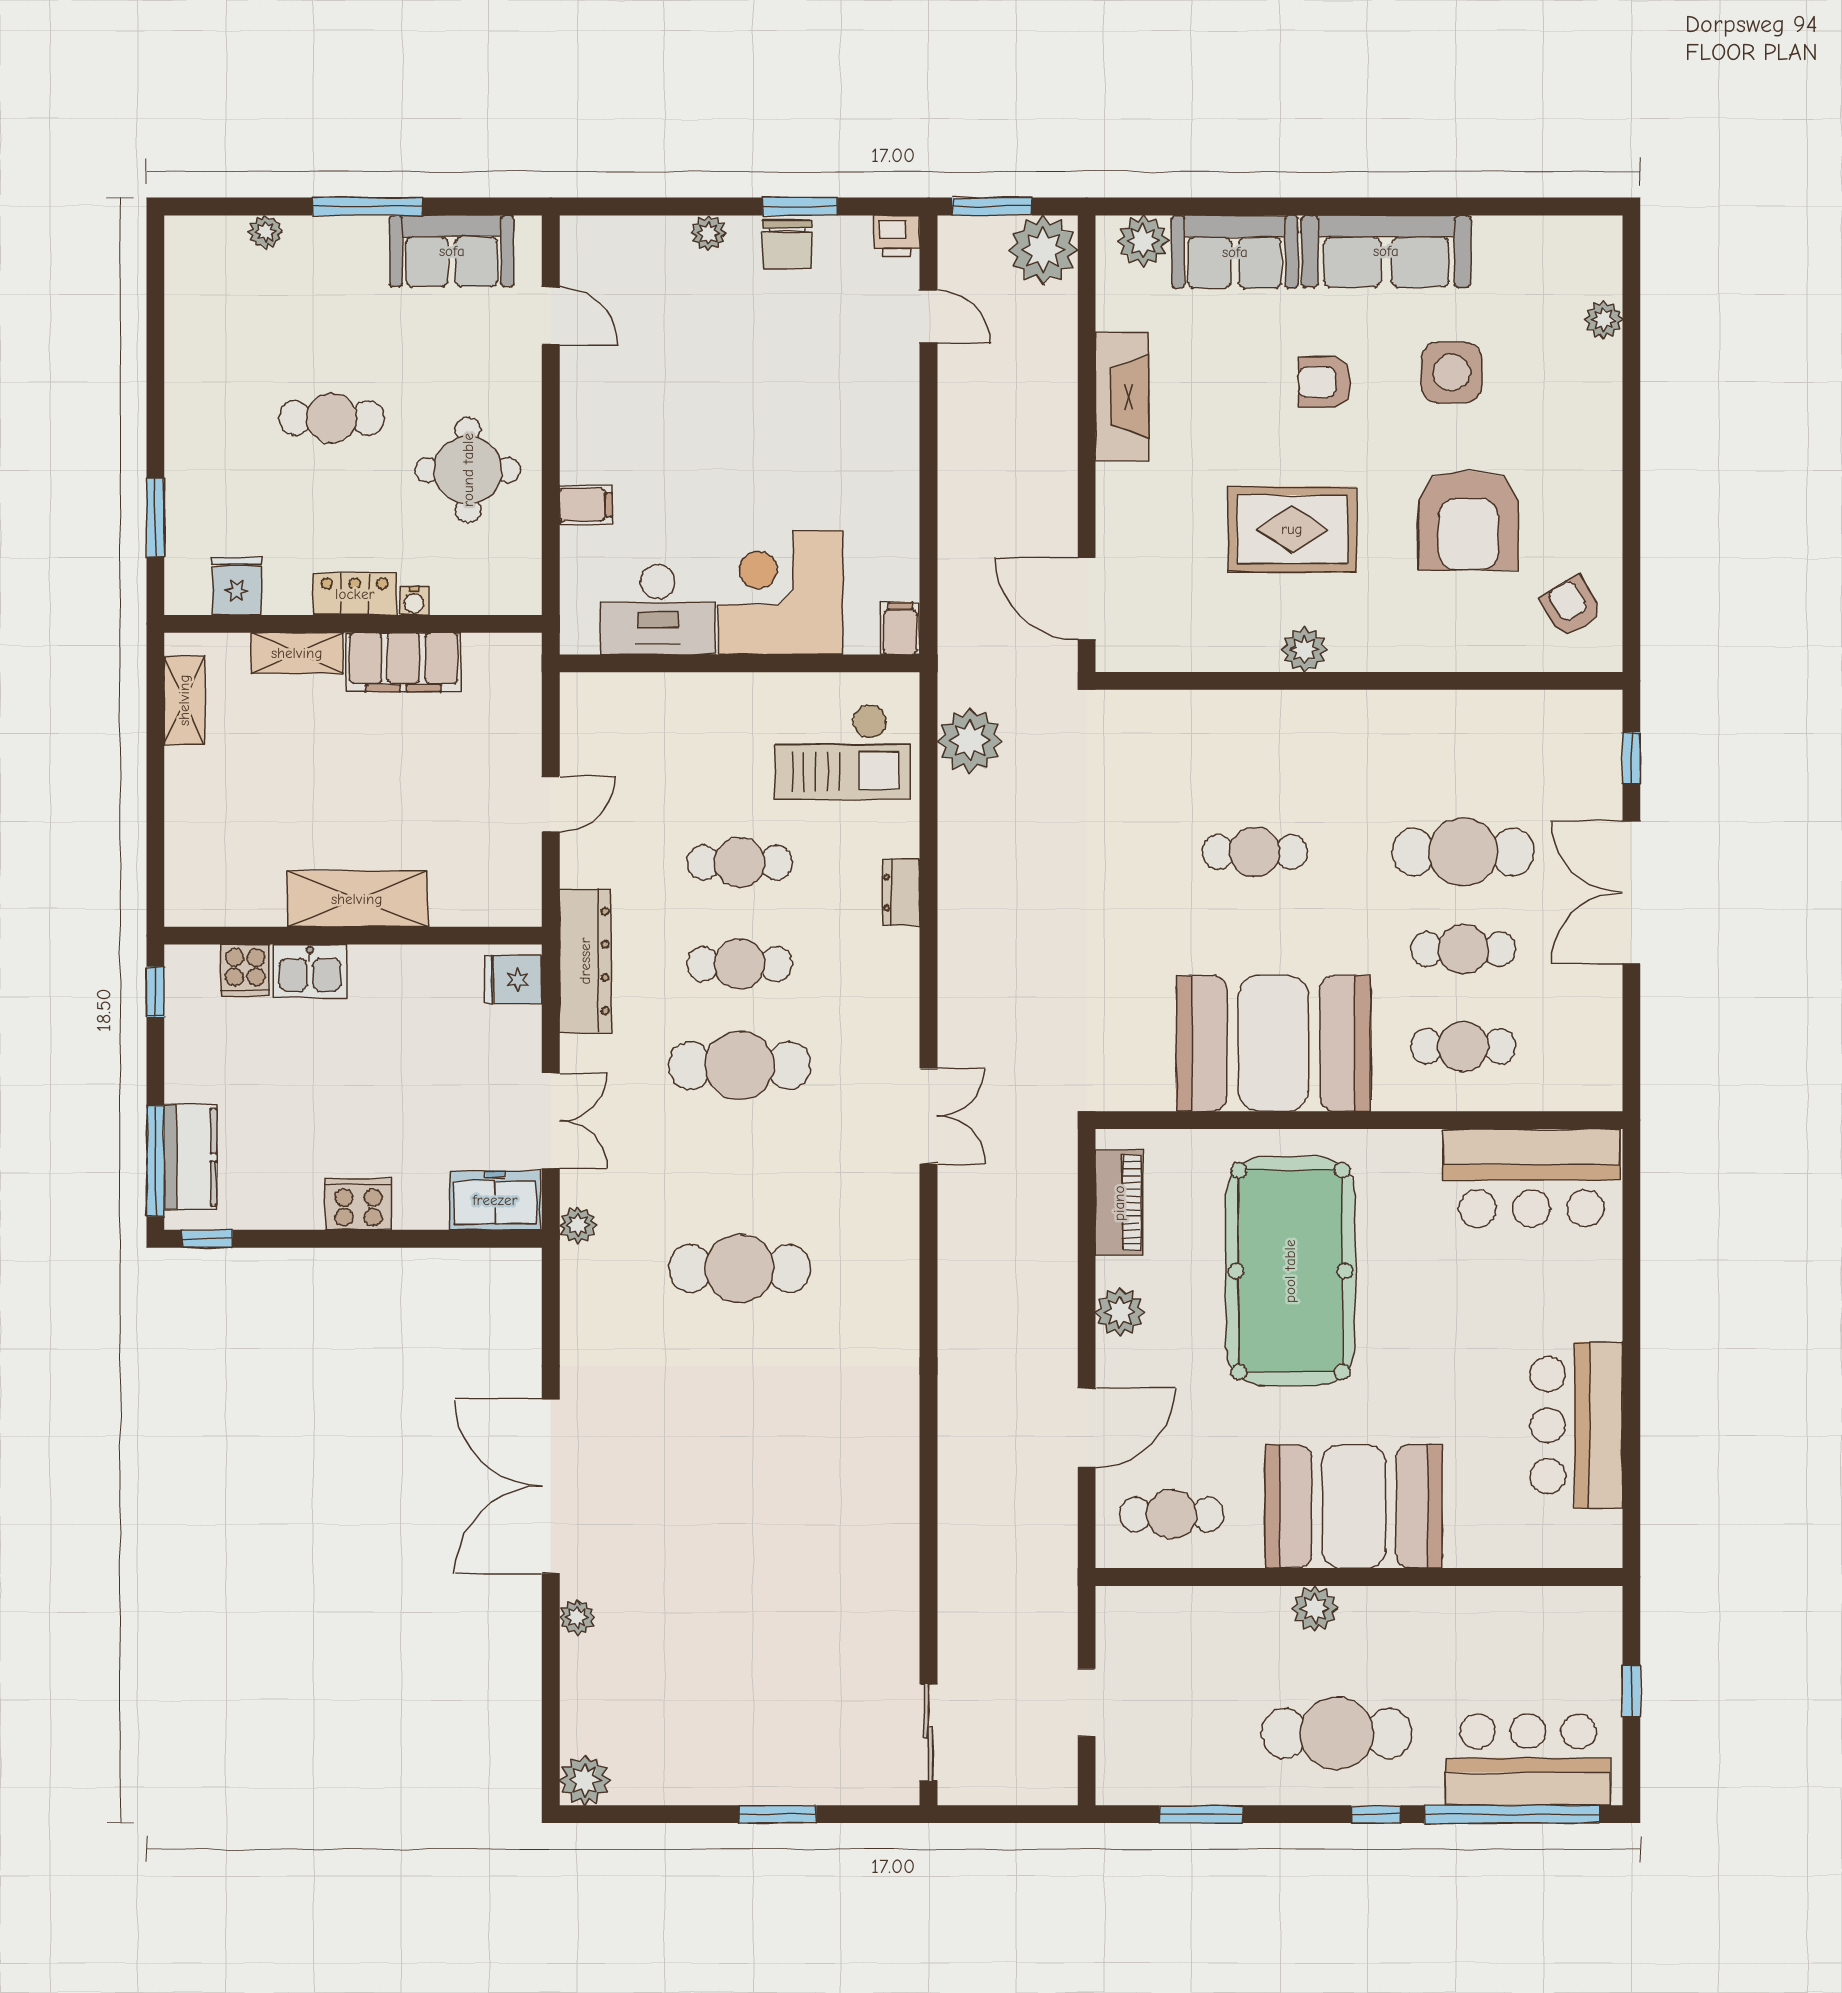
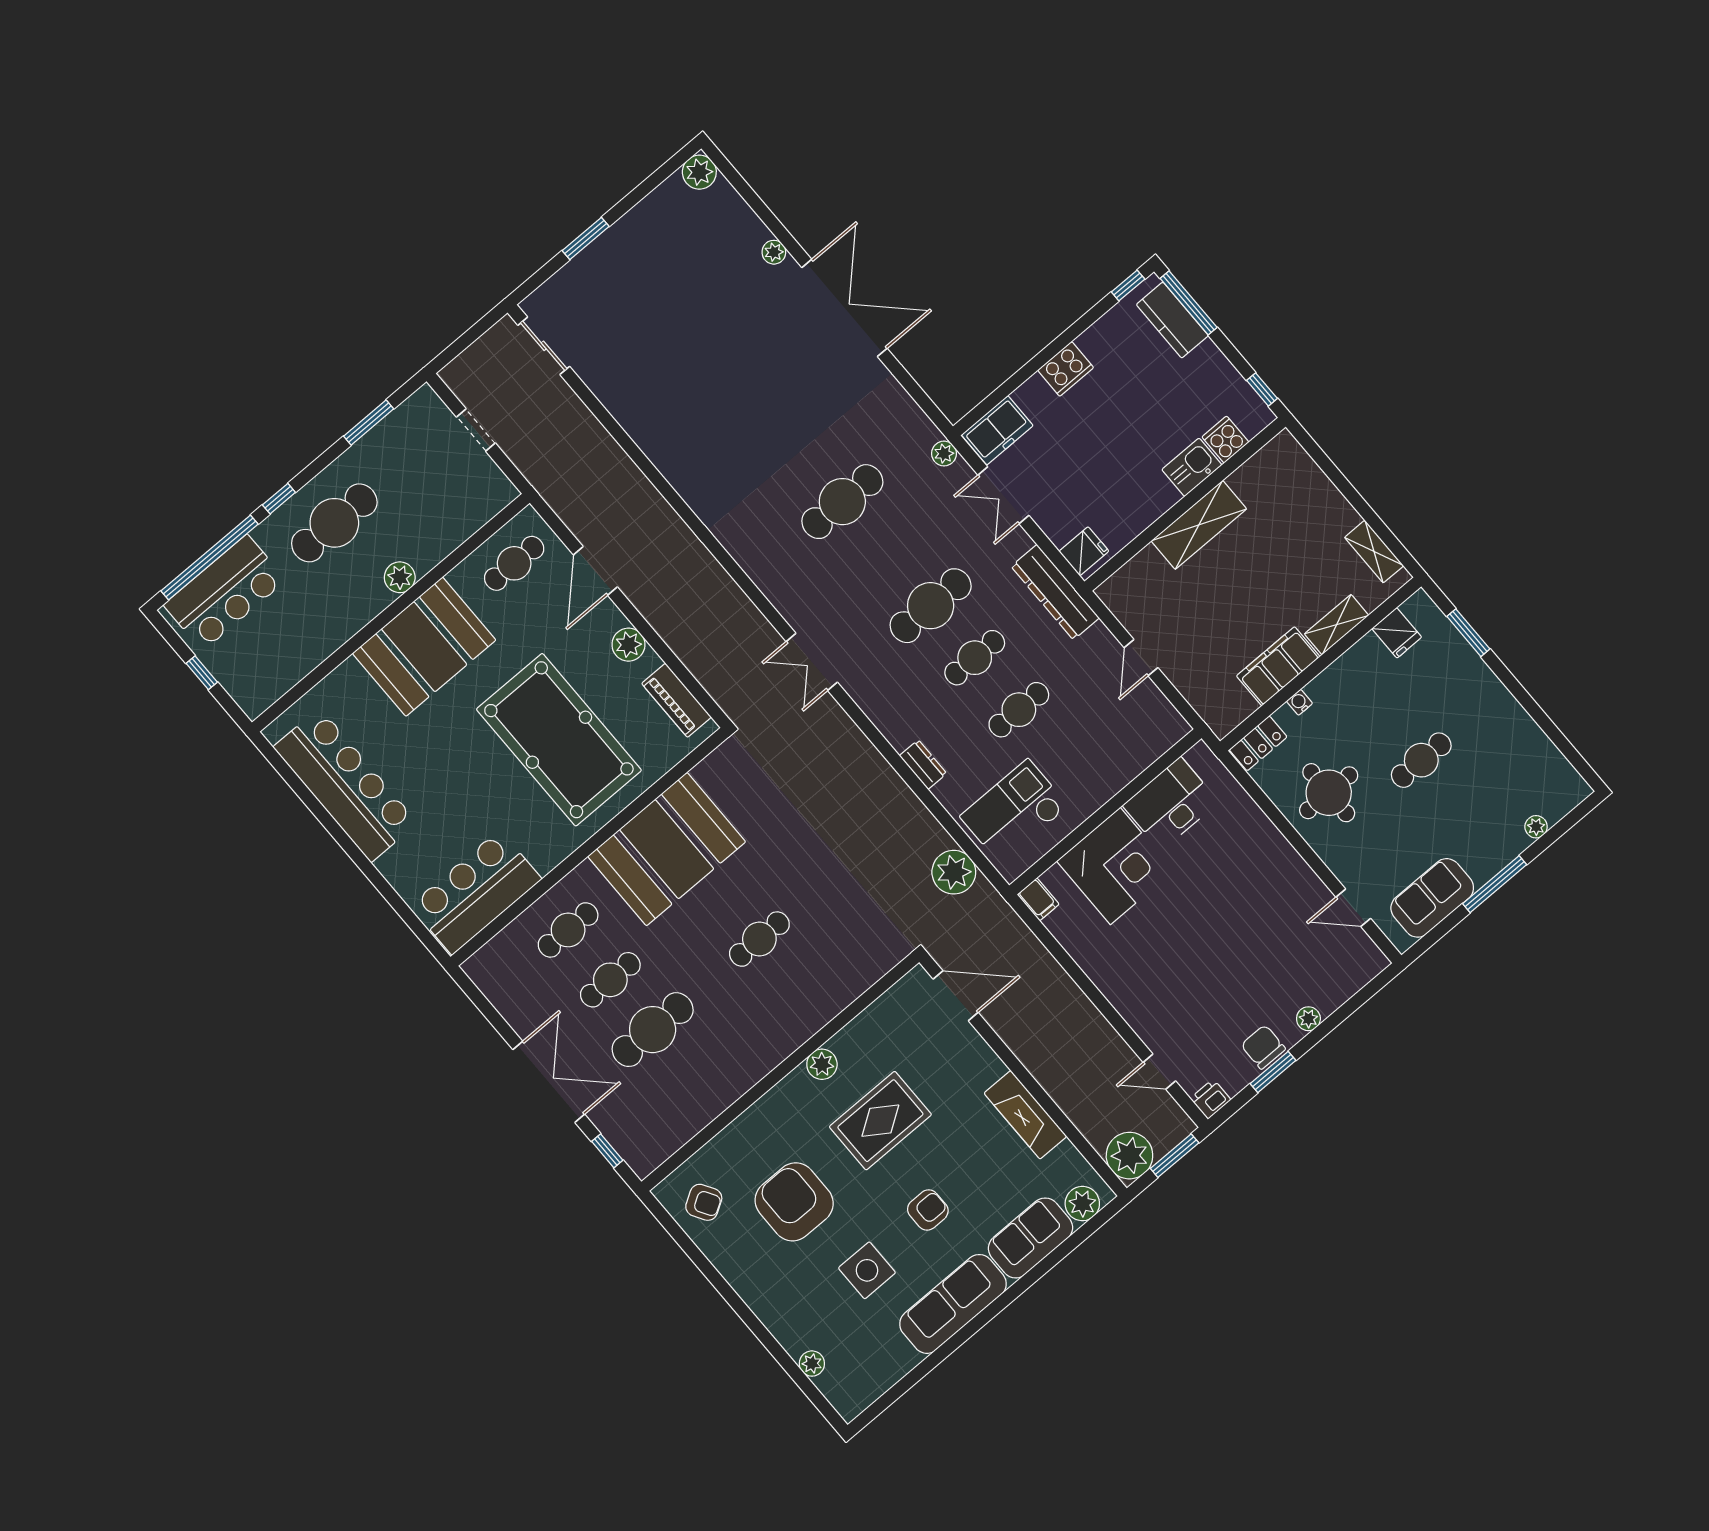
filing cabinet: (586, 505) -> (1253, 826), removed
locker: (355, 594) -> (1258, 743), moved
bar counter: (1576, 1425) -> (345, 785), width x1.36

